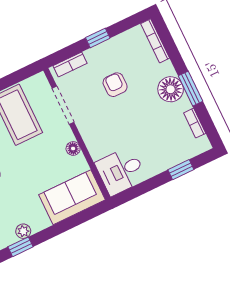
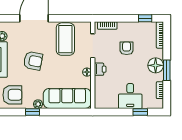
window: (98, 38) -> (145, 18), moved
printer: (91, 135) -> (100, 69), added
desk: (121, 171) -> (130, 96), moved, turned -90
sofa: (72, 197) -> (67, 98), width x1.36

